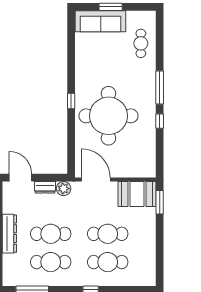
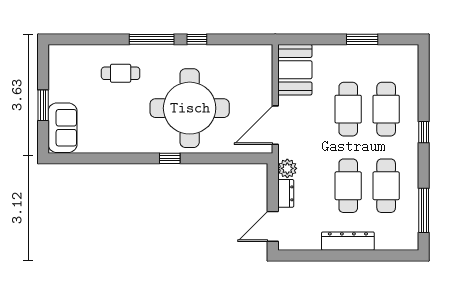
sofa: (101, 21) -> (63, 128), width x0.73
cafe table: (141, 43) -> (121, 73), moved
window: (160, 202) -> (362, 39), moved

